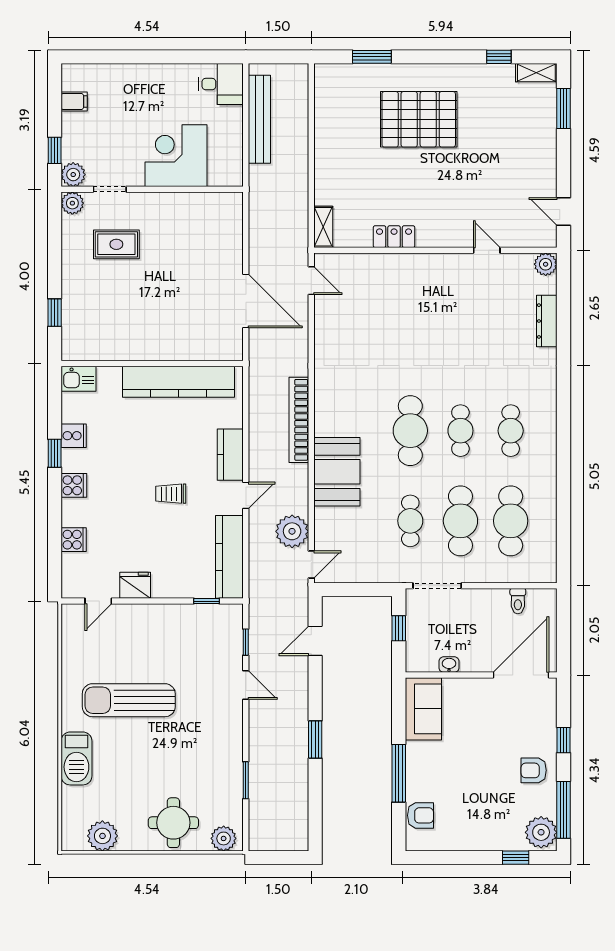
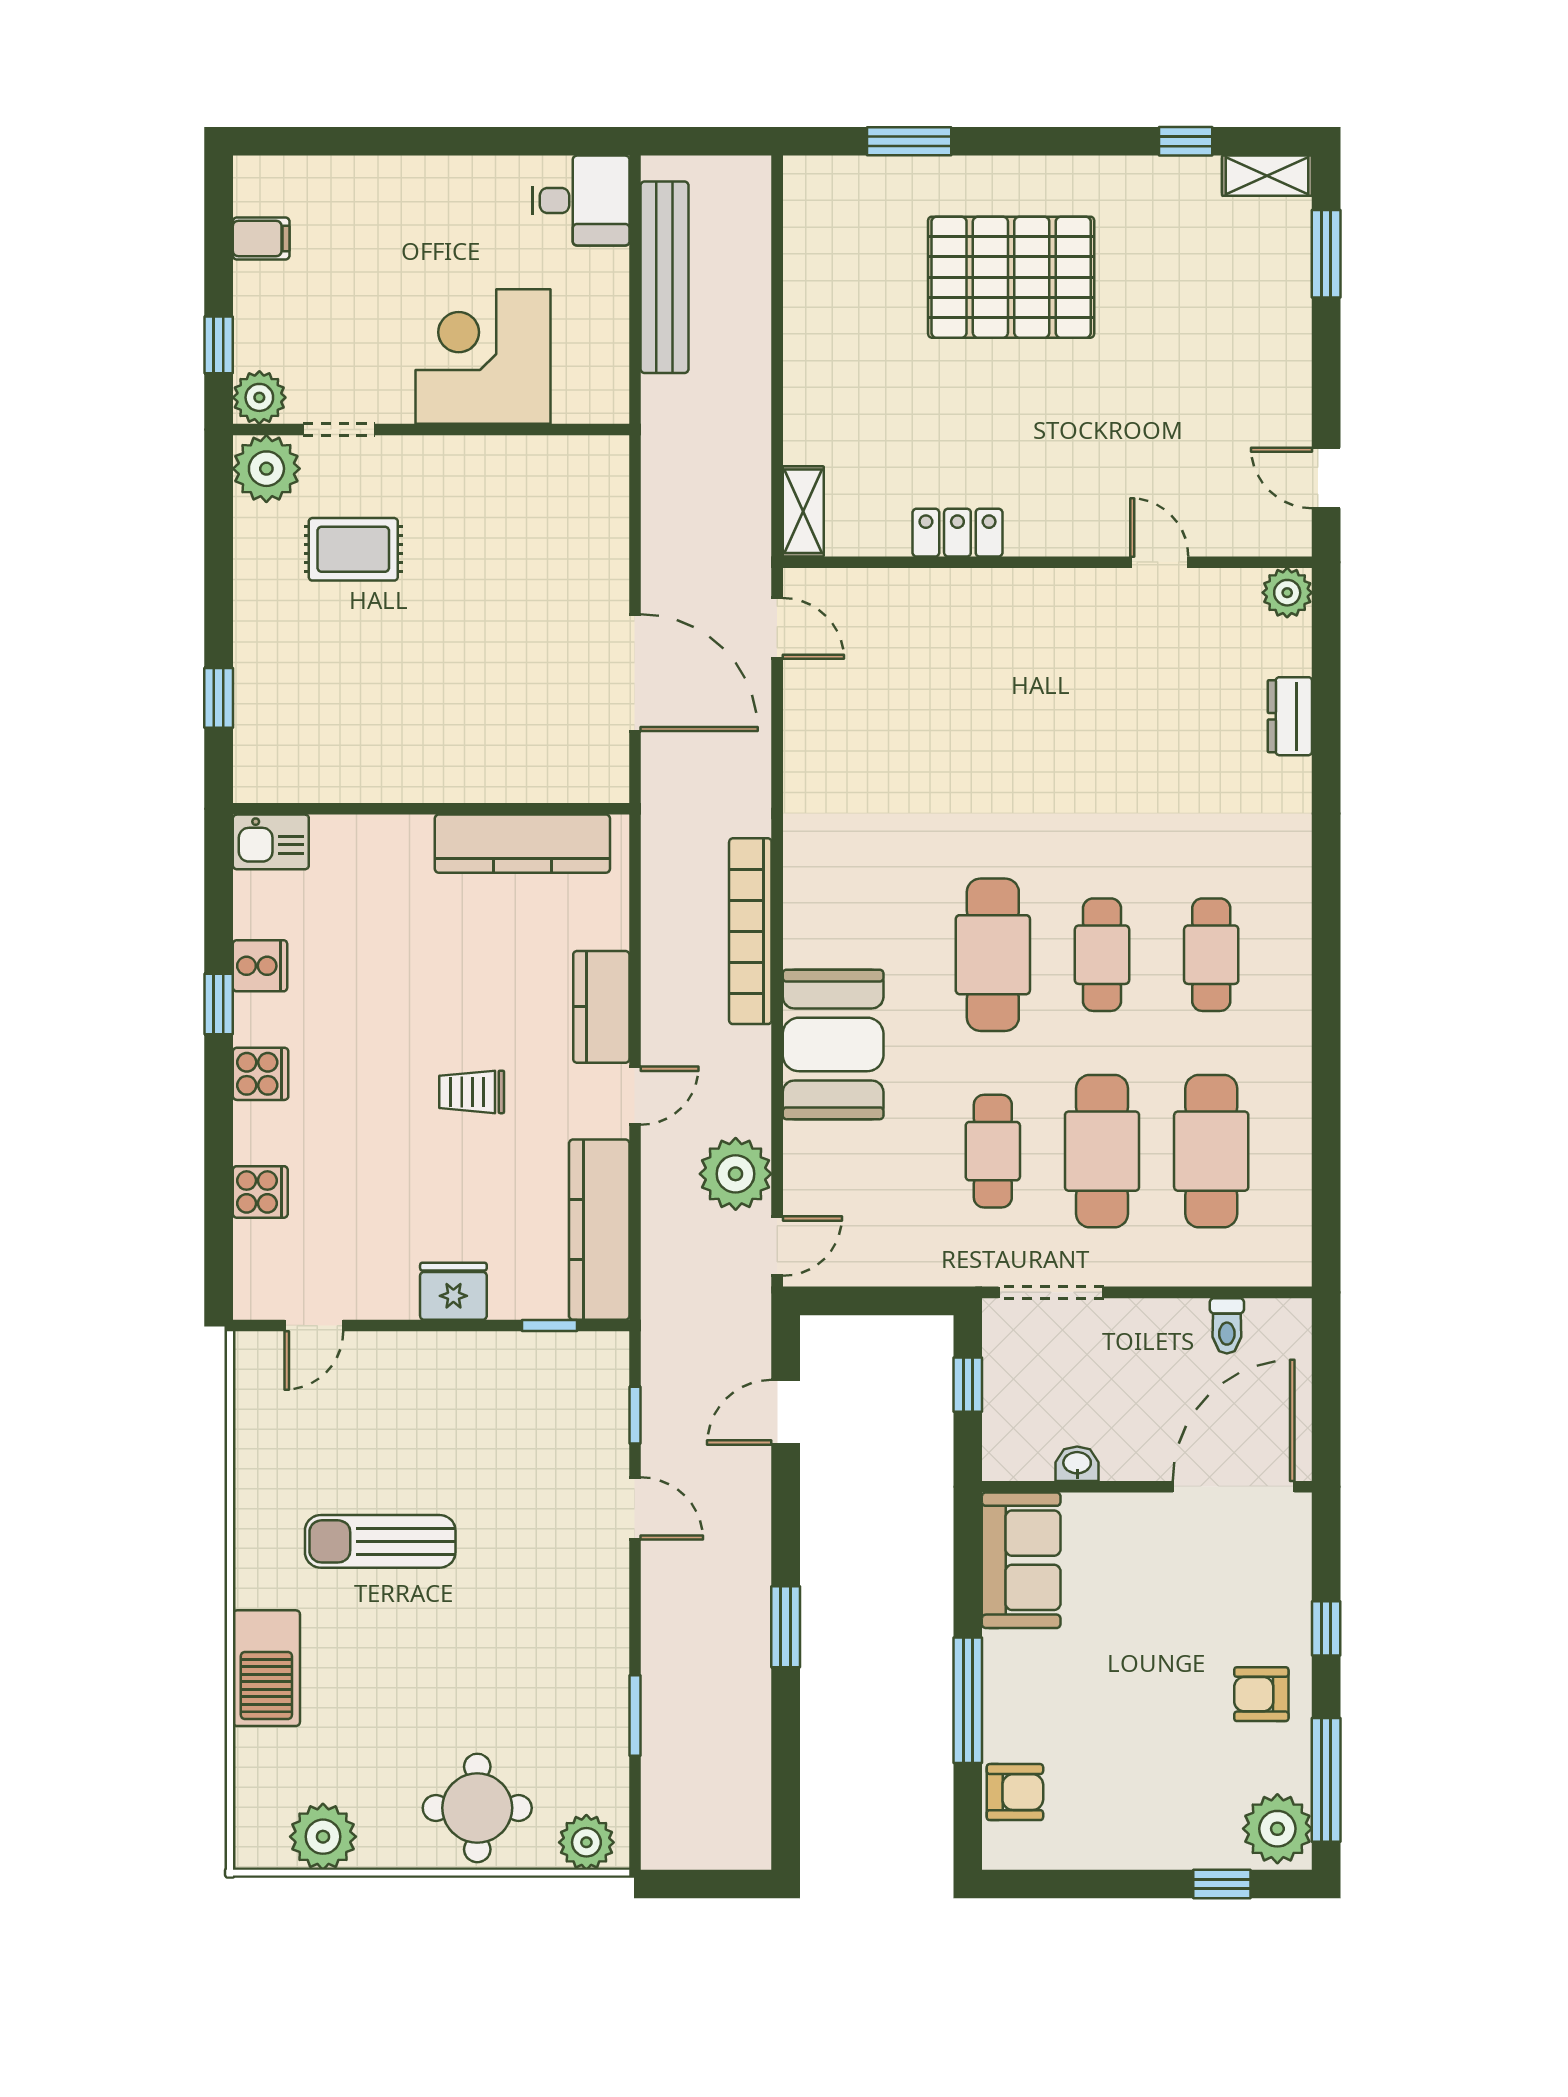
plant: (72, 203) -> (266, 469), width x1.36, depth x1.36
dresser: (547, 321) -> (1290, 716), width x0.70
kitchen counter: (178, 382) -> (522, 844), width x0.72, depth x0.86
fridge: (135, 585) -> (453, 1291), moved
sun lounger: (129, 700) -> (380, 1541), width x0.73, depth x0.75

